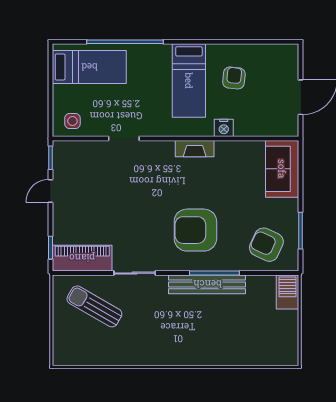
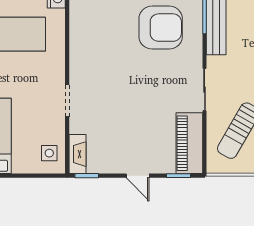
fireplace: (195, 149) -> (77, 154), moved
door: (50, 191) -> (138, 176), moved
armchair: (195, 230) -> (161, 28), turned -90

